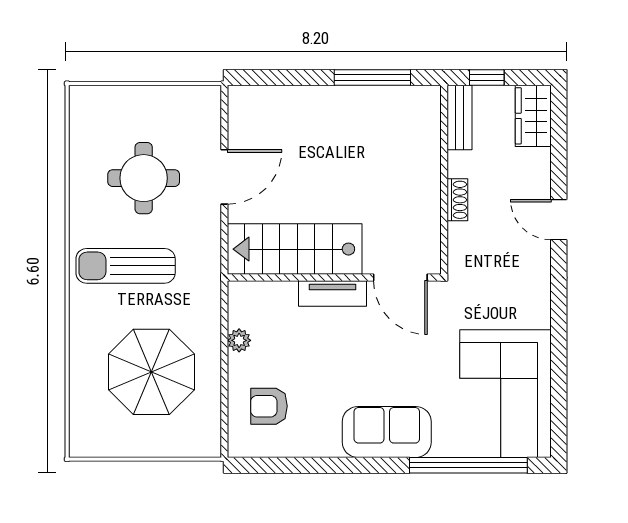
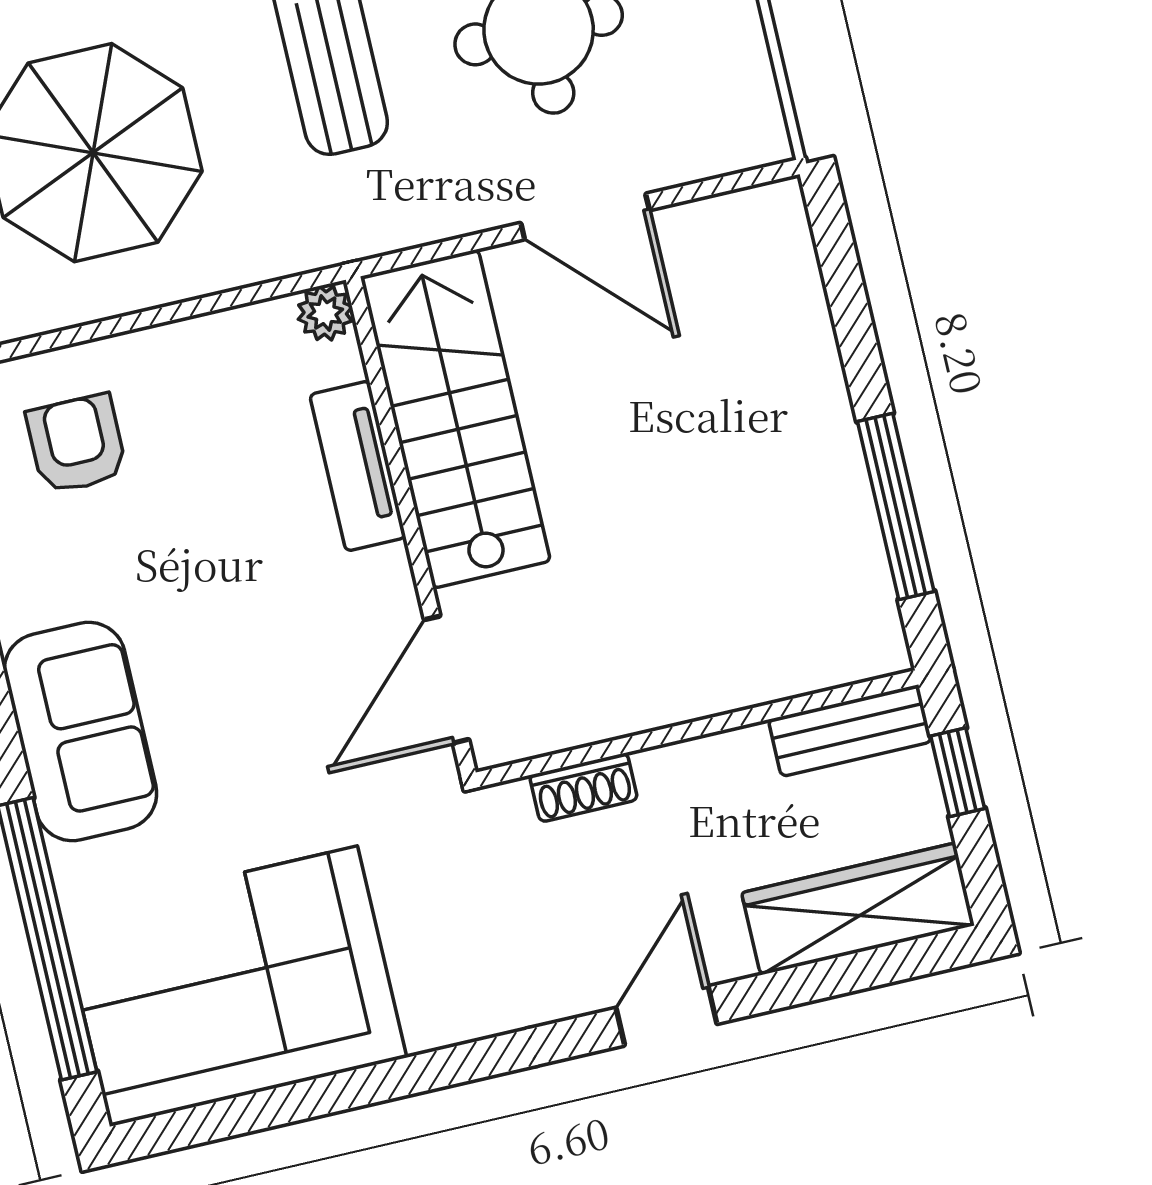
wardrobe: (533, 116) -> (858, 909), width x1.50
shoe rack: (457, 200) -> (584, 787), moved
tv unit: (333, 293) -> (358, 466), moved
plant: (239, 340) -> (325, 313), moved

